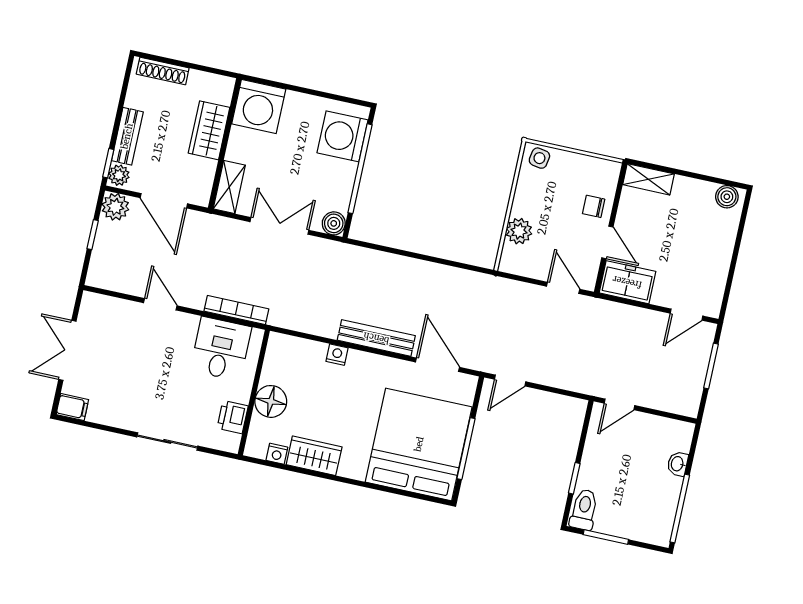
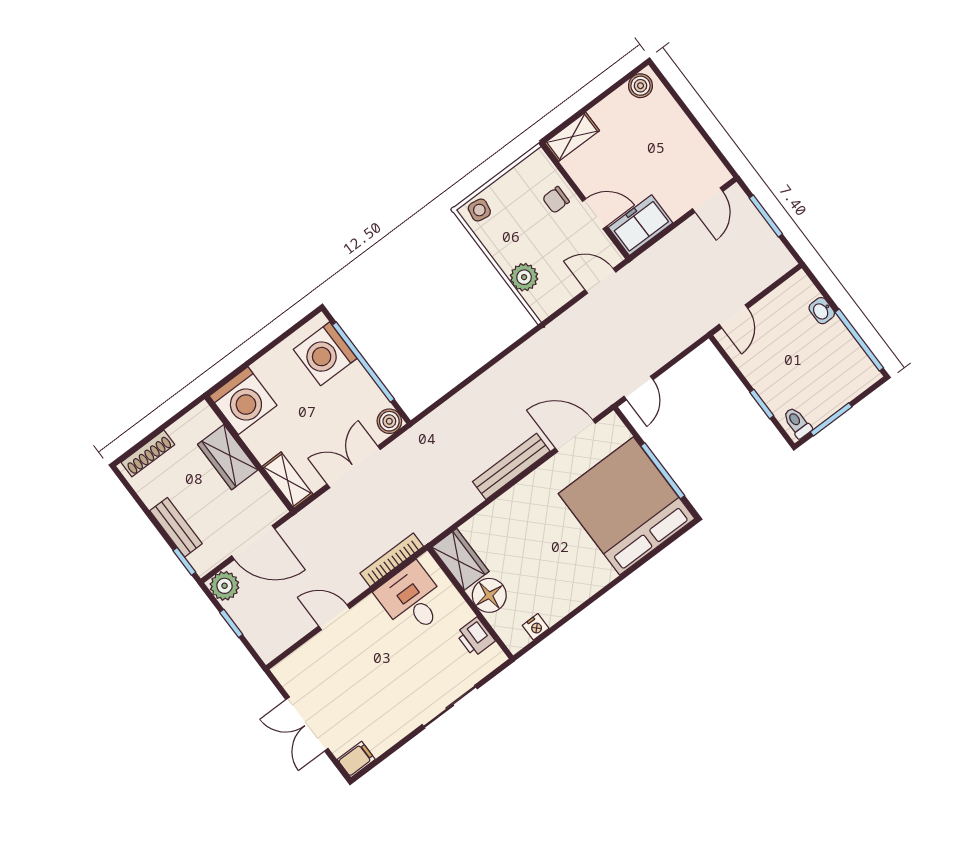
plant: (119, 175) -> (201, 561), removed
nightstand: (337, 355) -> (497, 510), removed
wardrobe: (314, 456) -> (460, 559), moved, turned 90
toilet: (584, 510) -> (797, 423), width x0.73, depth x0.72

